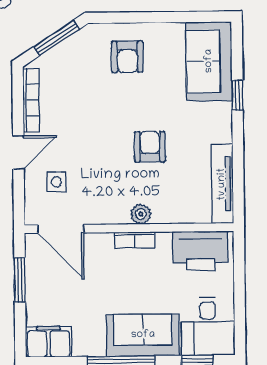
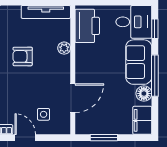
plant: (141, 214) -> (64, 48), moved
door: (61, 229) -> (73, 98), moved
bookcase: (135, 240) -> (80, 66), removed
floor lamp: (92, 344) -> (144, 94), added

